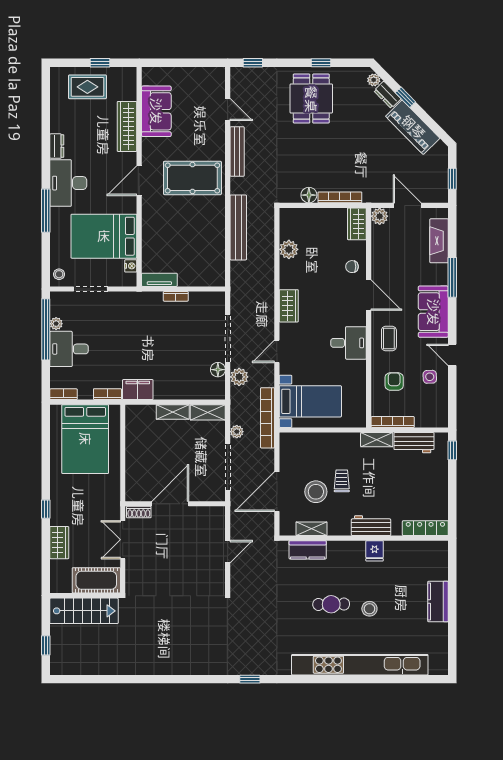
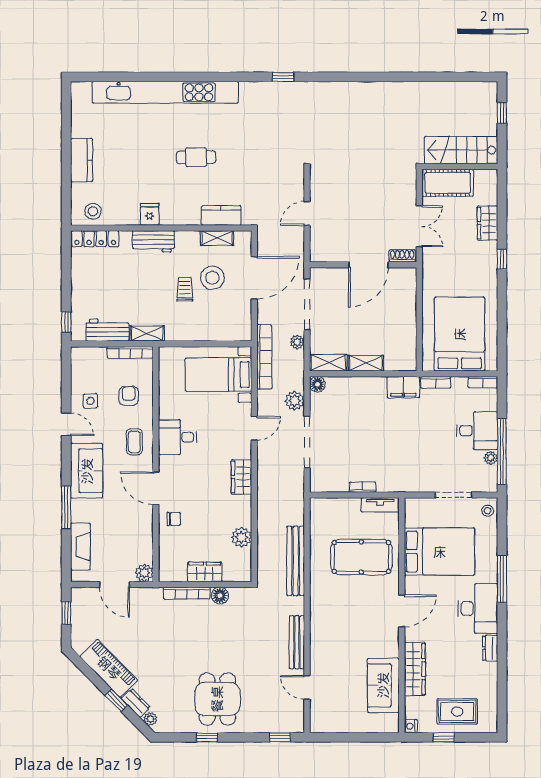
pool table: (192, 178) -> (361, 557), moved
wardrobe: (357, 224) -> (205, 572), moved, turned -90
nightstand: (131, 266) -> (411, 726), moved
floor lamp: (218, 370) -> (317, 384), moved
armchair: (394, 381) -> (129, 396), turned 180
trolley: (342, 481) -> (185, 289), turned 180
stool: (369, 609) -> (93, 211), moved

